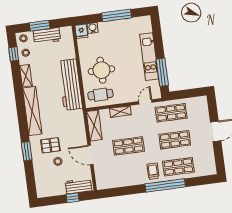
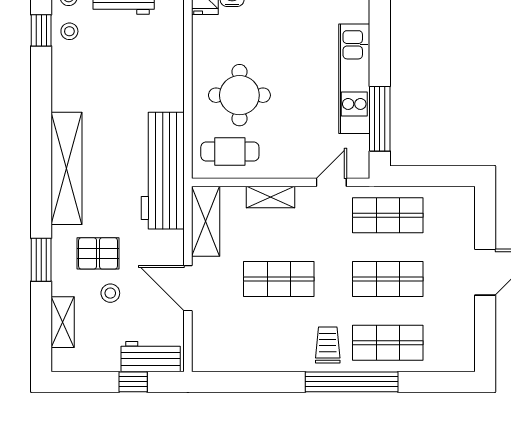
shelving: (26, 76) -> (63, 322), moved
workbench: (70, 85) -> (163, 171), moved

